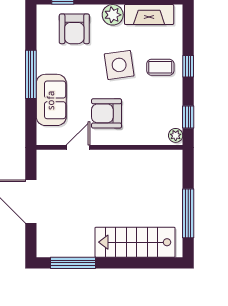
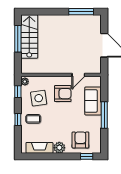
side table: (119, 65) -> (39, 98), moved
stairs: (135, 242) -> (29, 37), moved, turned -90

